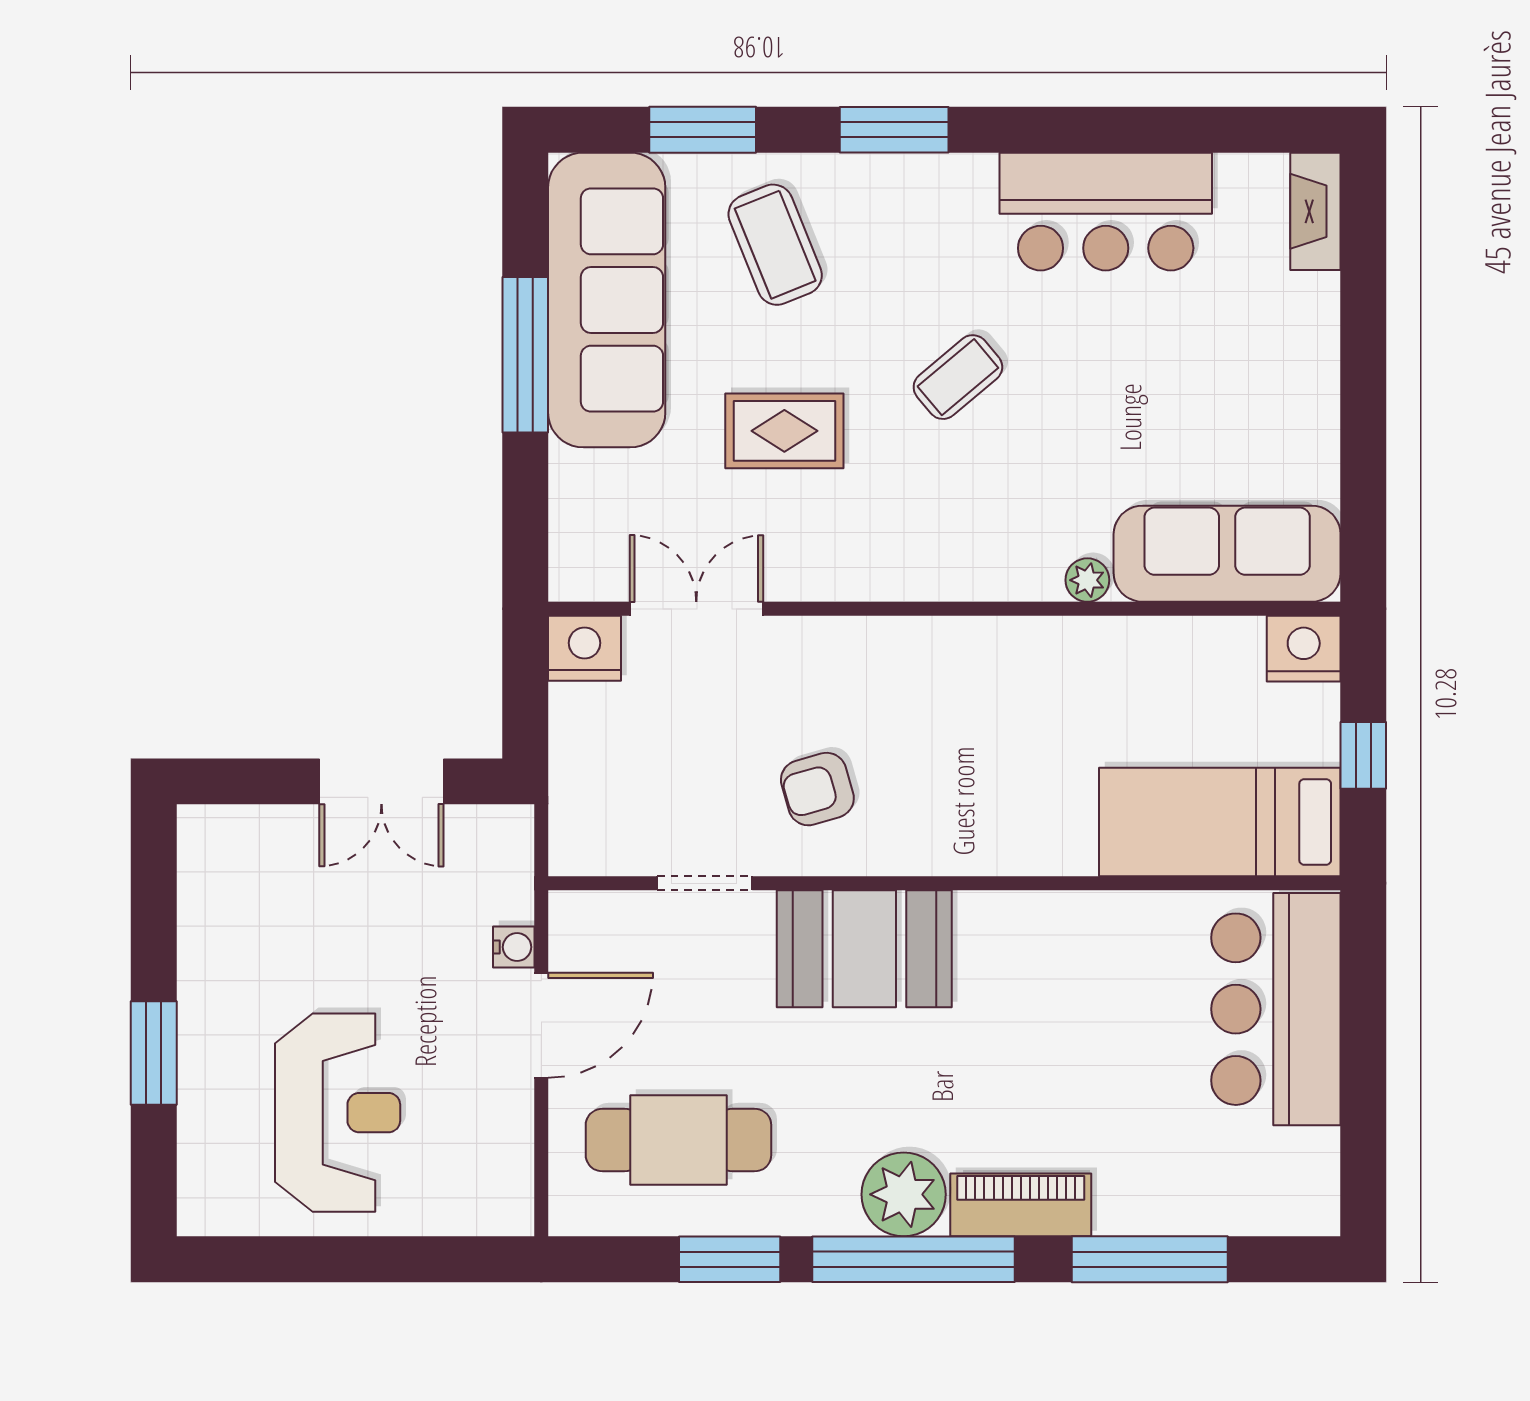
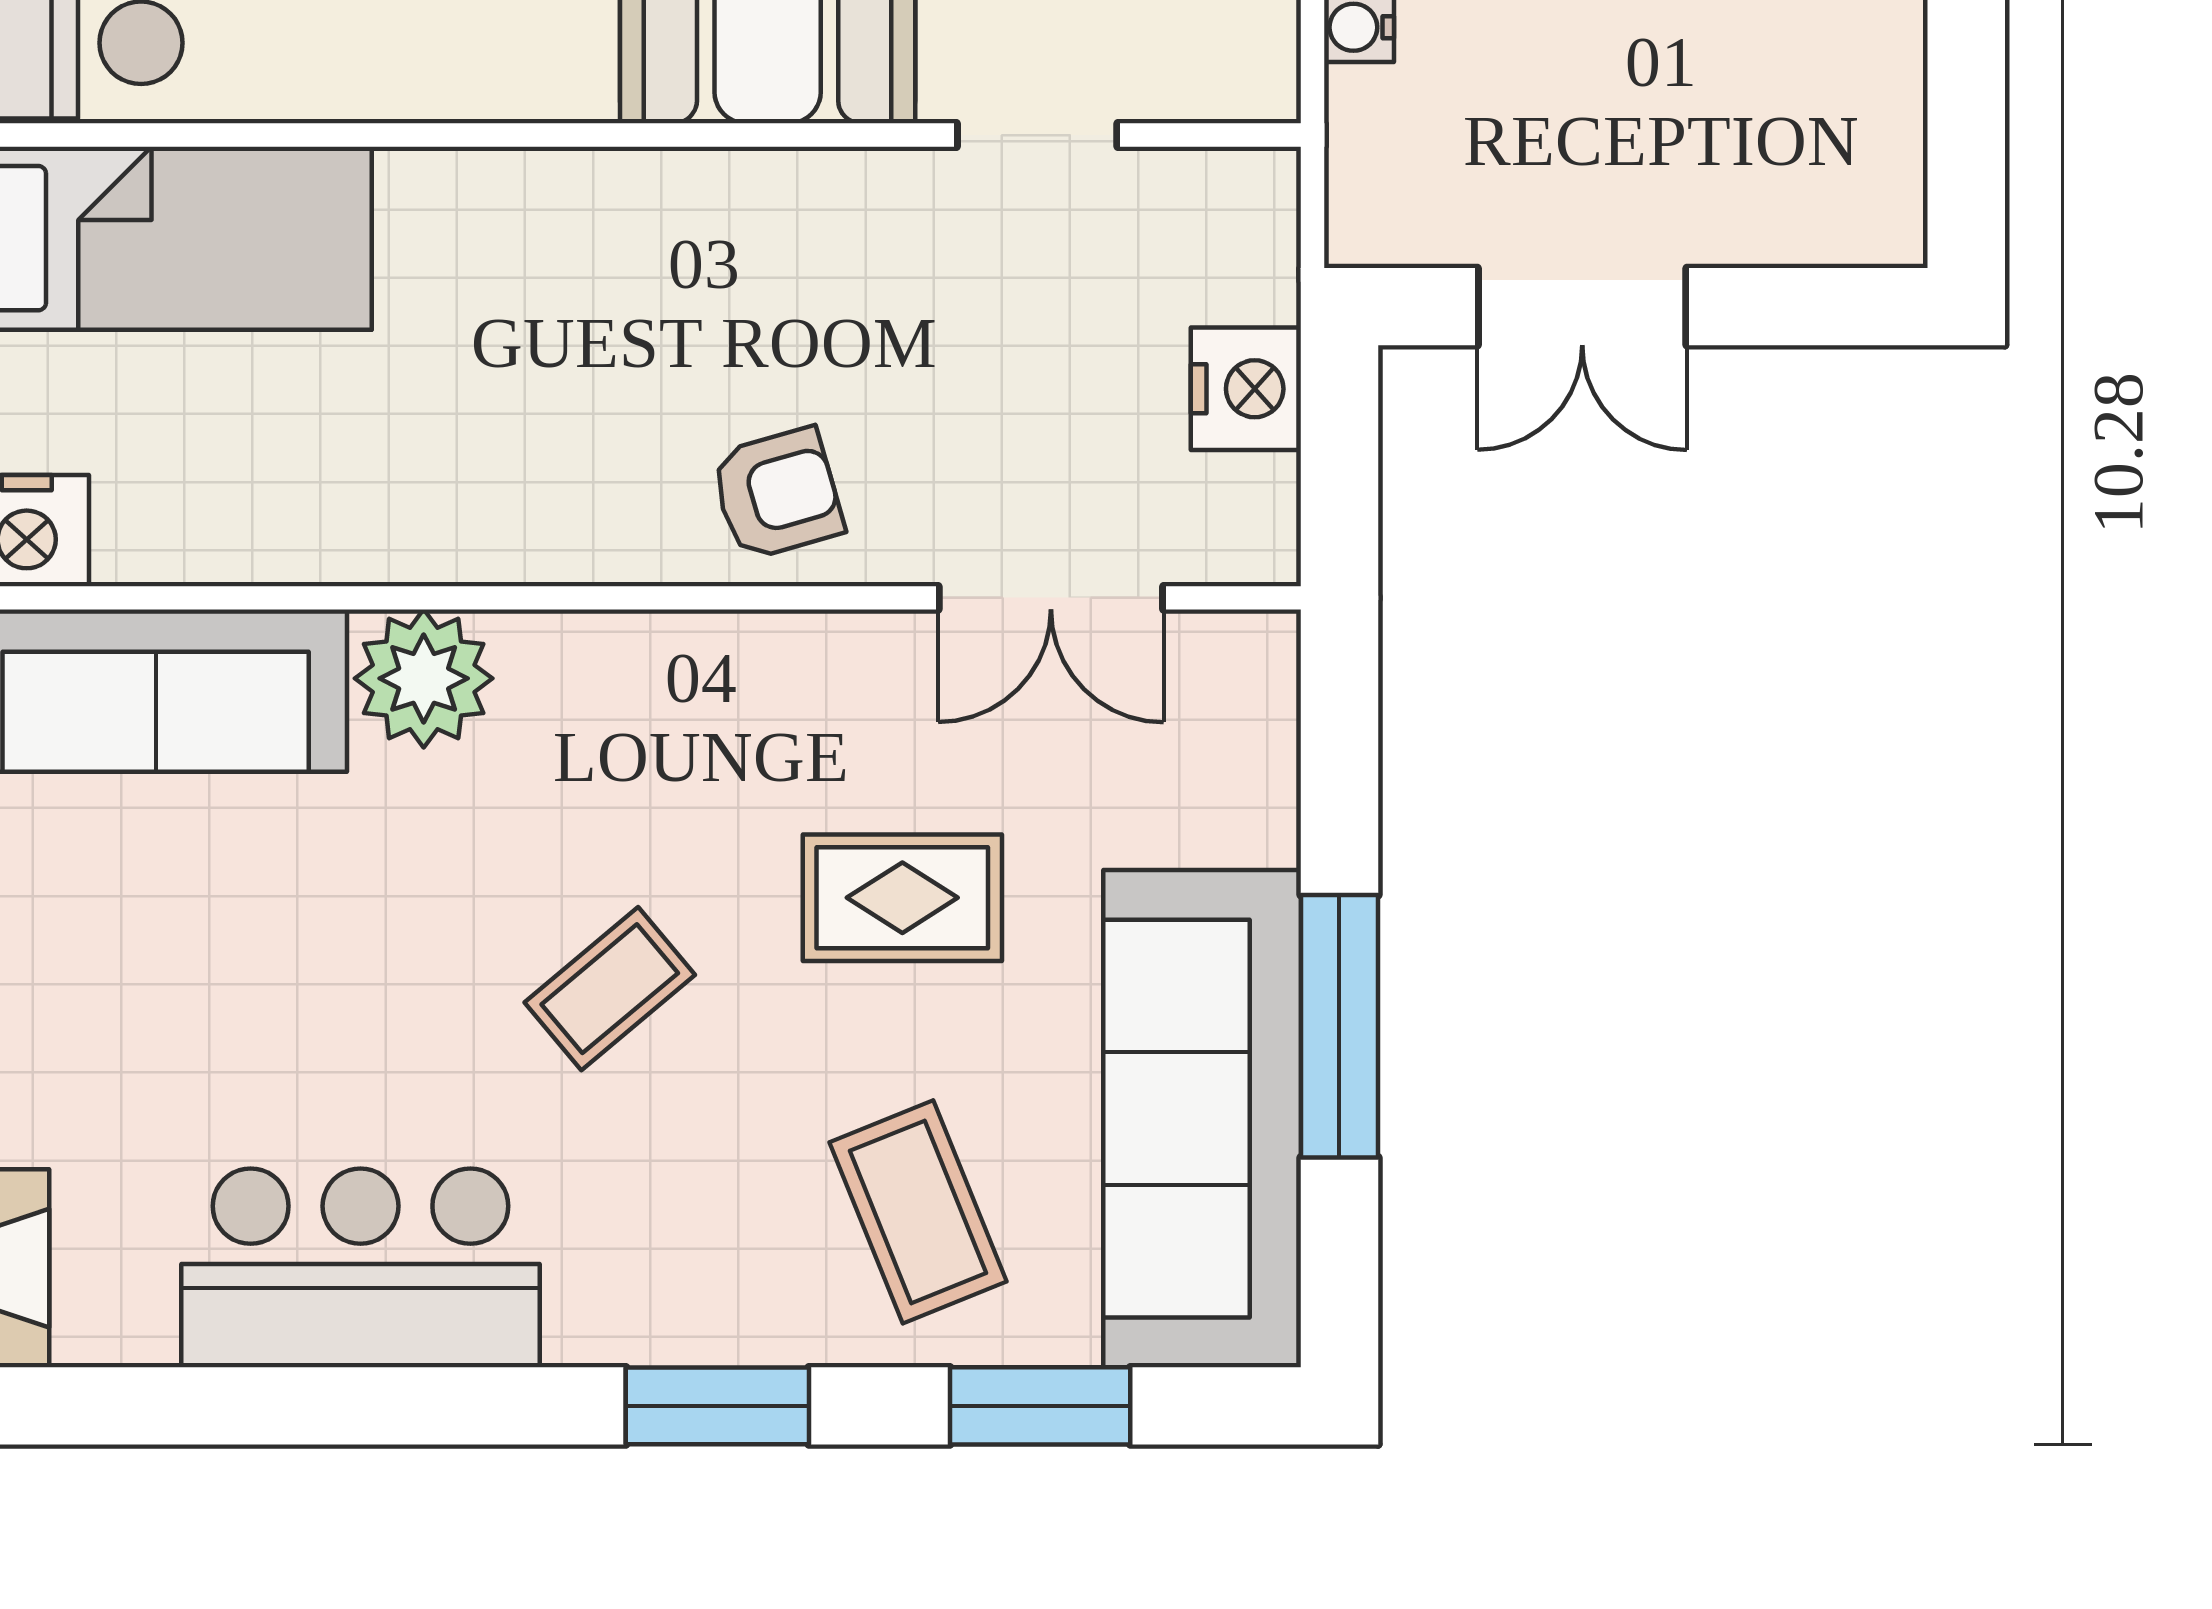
plant: (1087, 580) -> (424, 678), width x1.88, depth x1.88
nightstand: (584, 648) -> (1246, 389), moved, turned -90
double door: (381, 781) -> (1582, 307), swing flipped
armchair: (817, 789) -> (777, 494), moved

